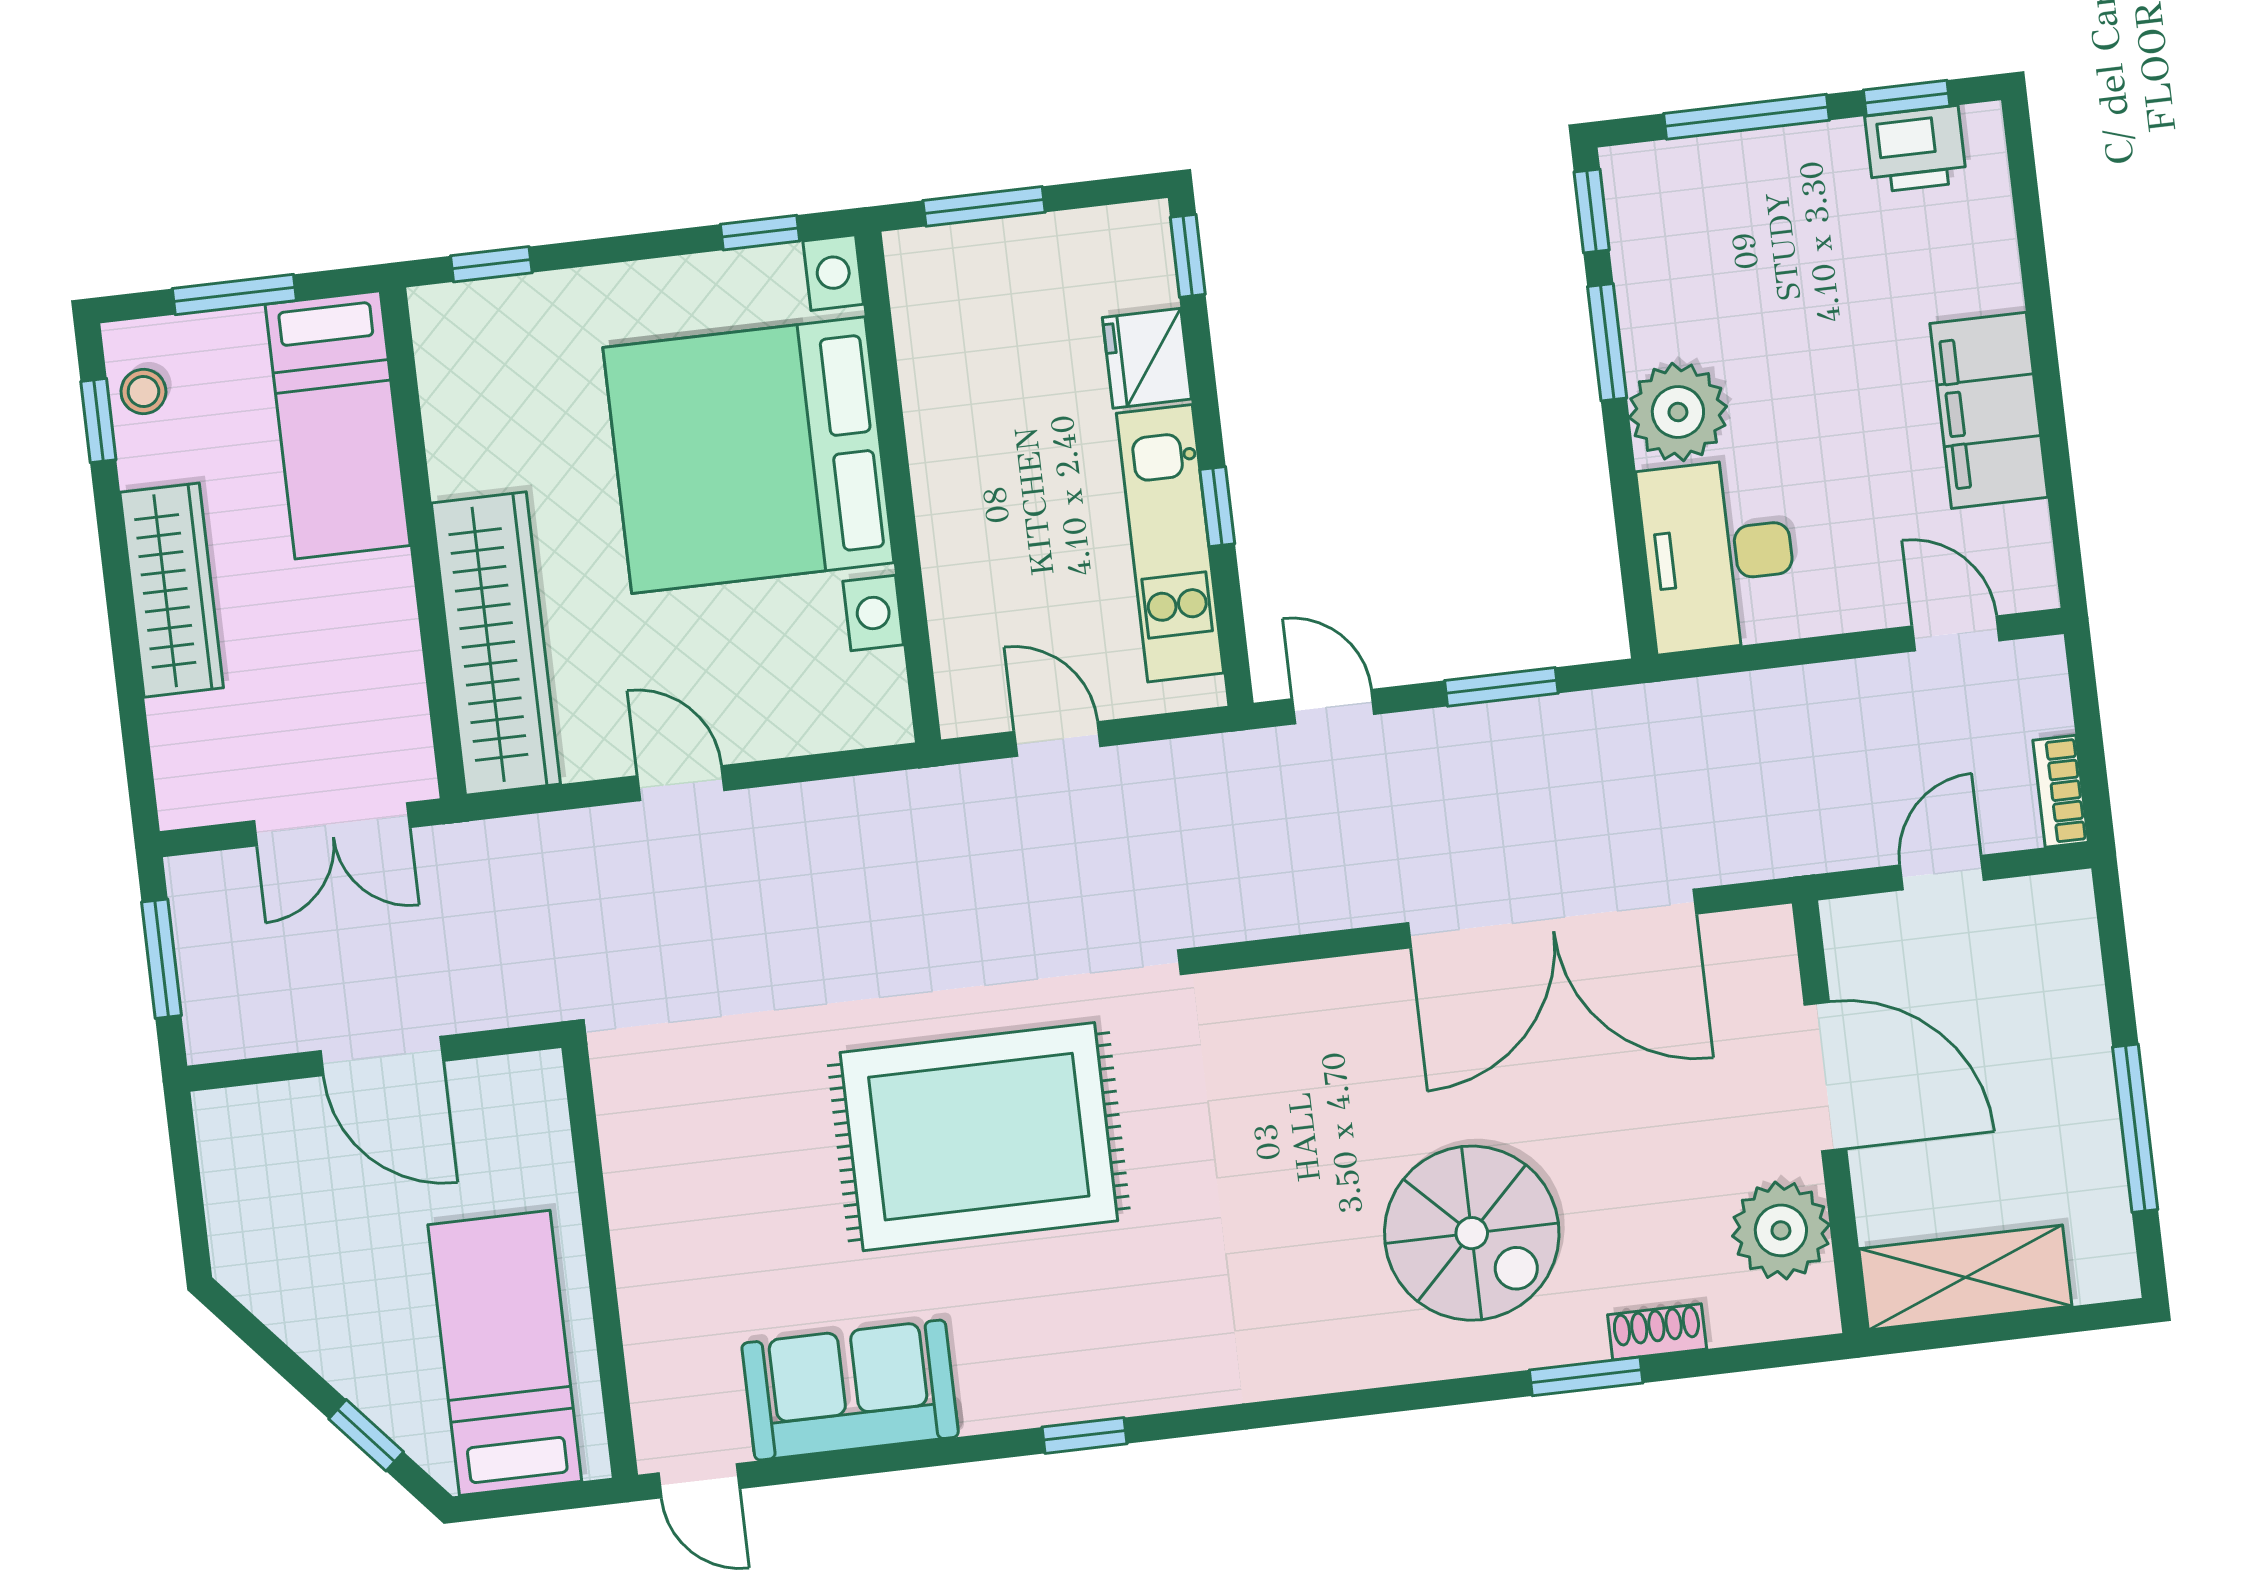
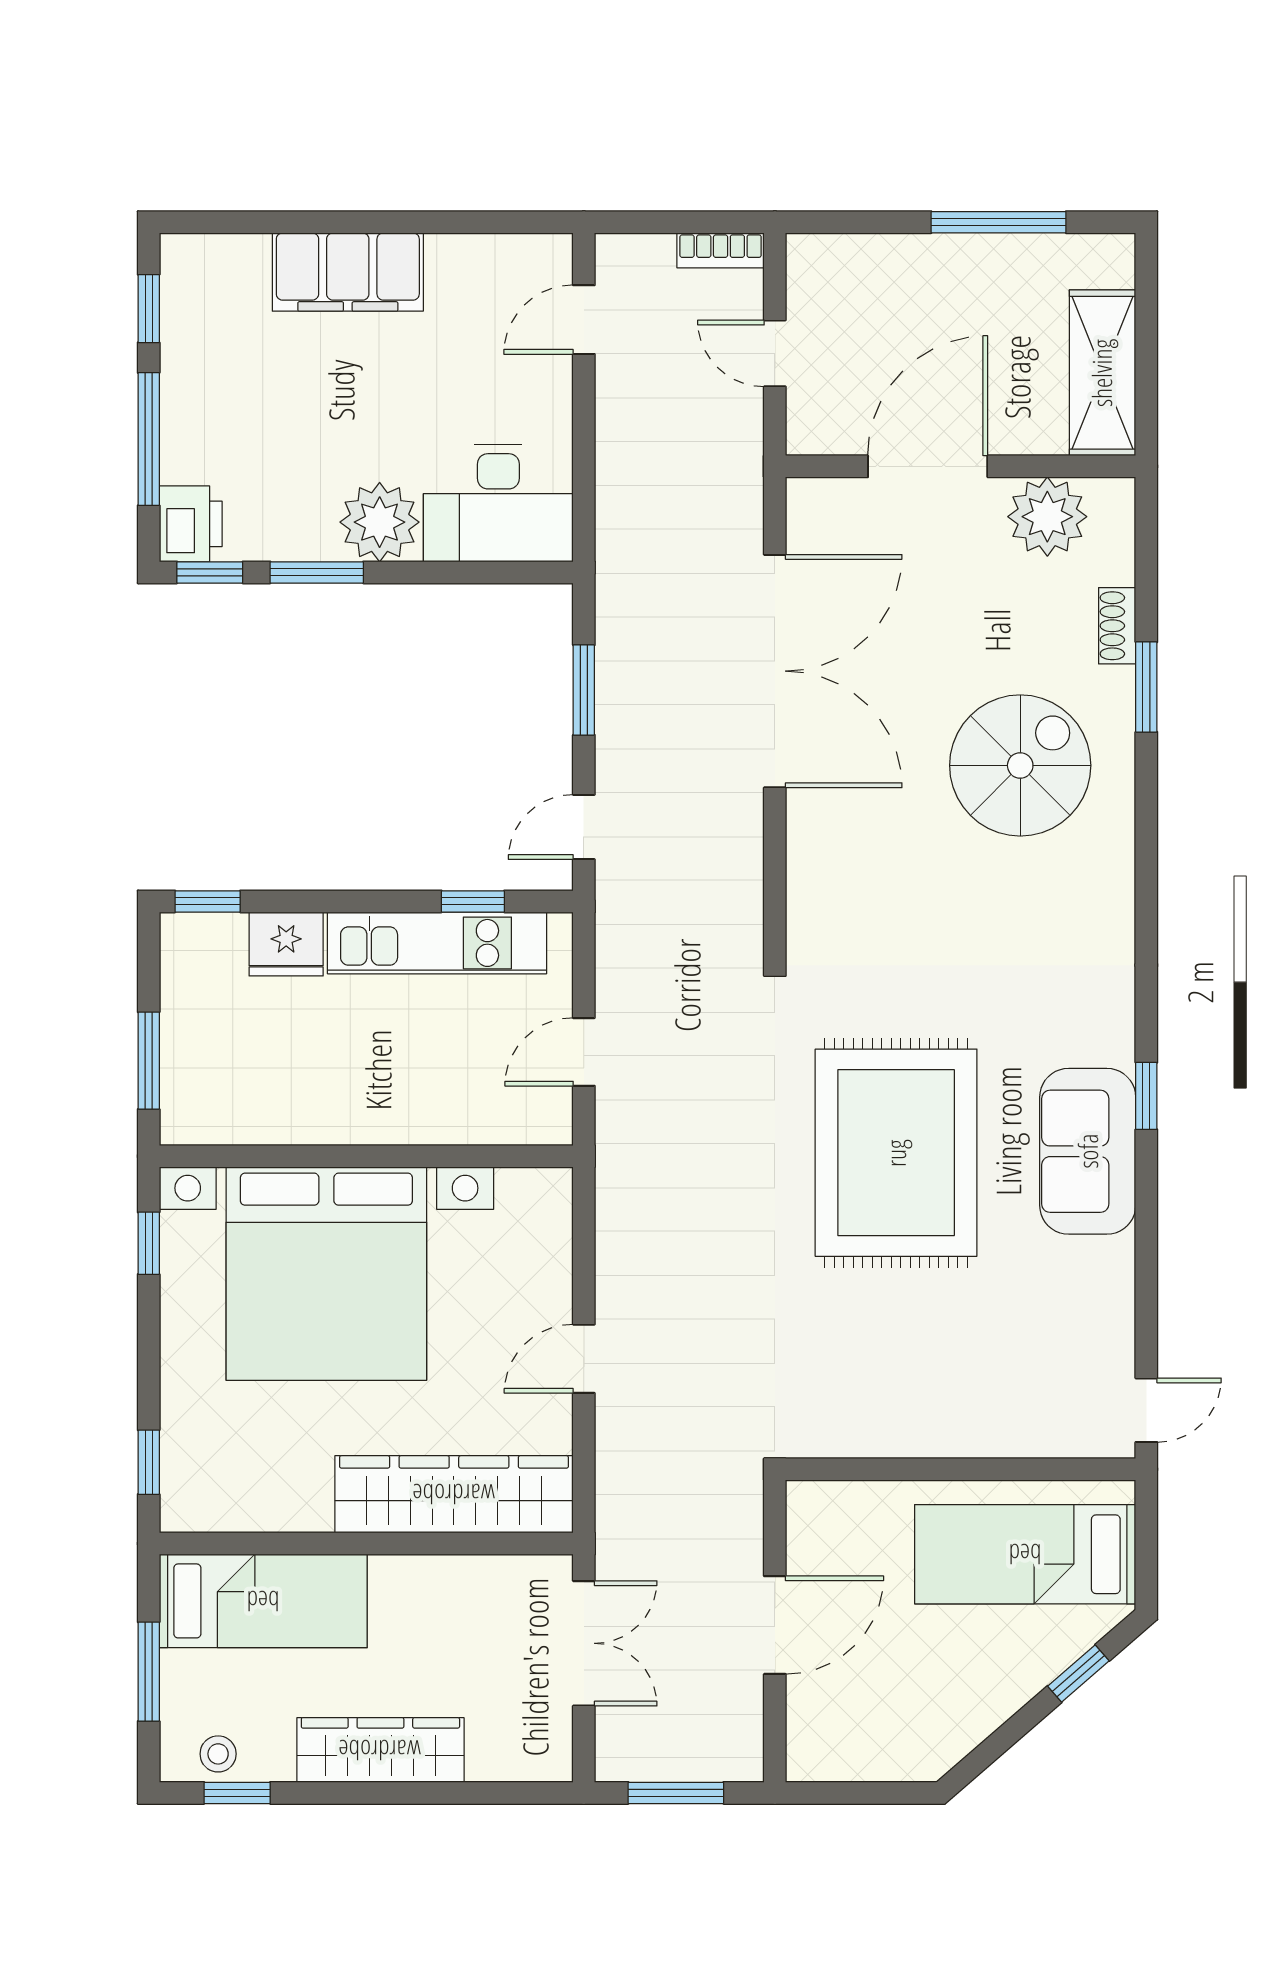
printer: (1916, 149) -> (191, 524), moved
filing cabinet: (1989, 410) -> (348, 272), moved
window: (1217, 507) -> (473, 901), moved
sofa: (850, 1390) -> (1088, 1151), moved

